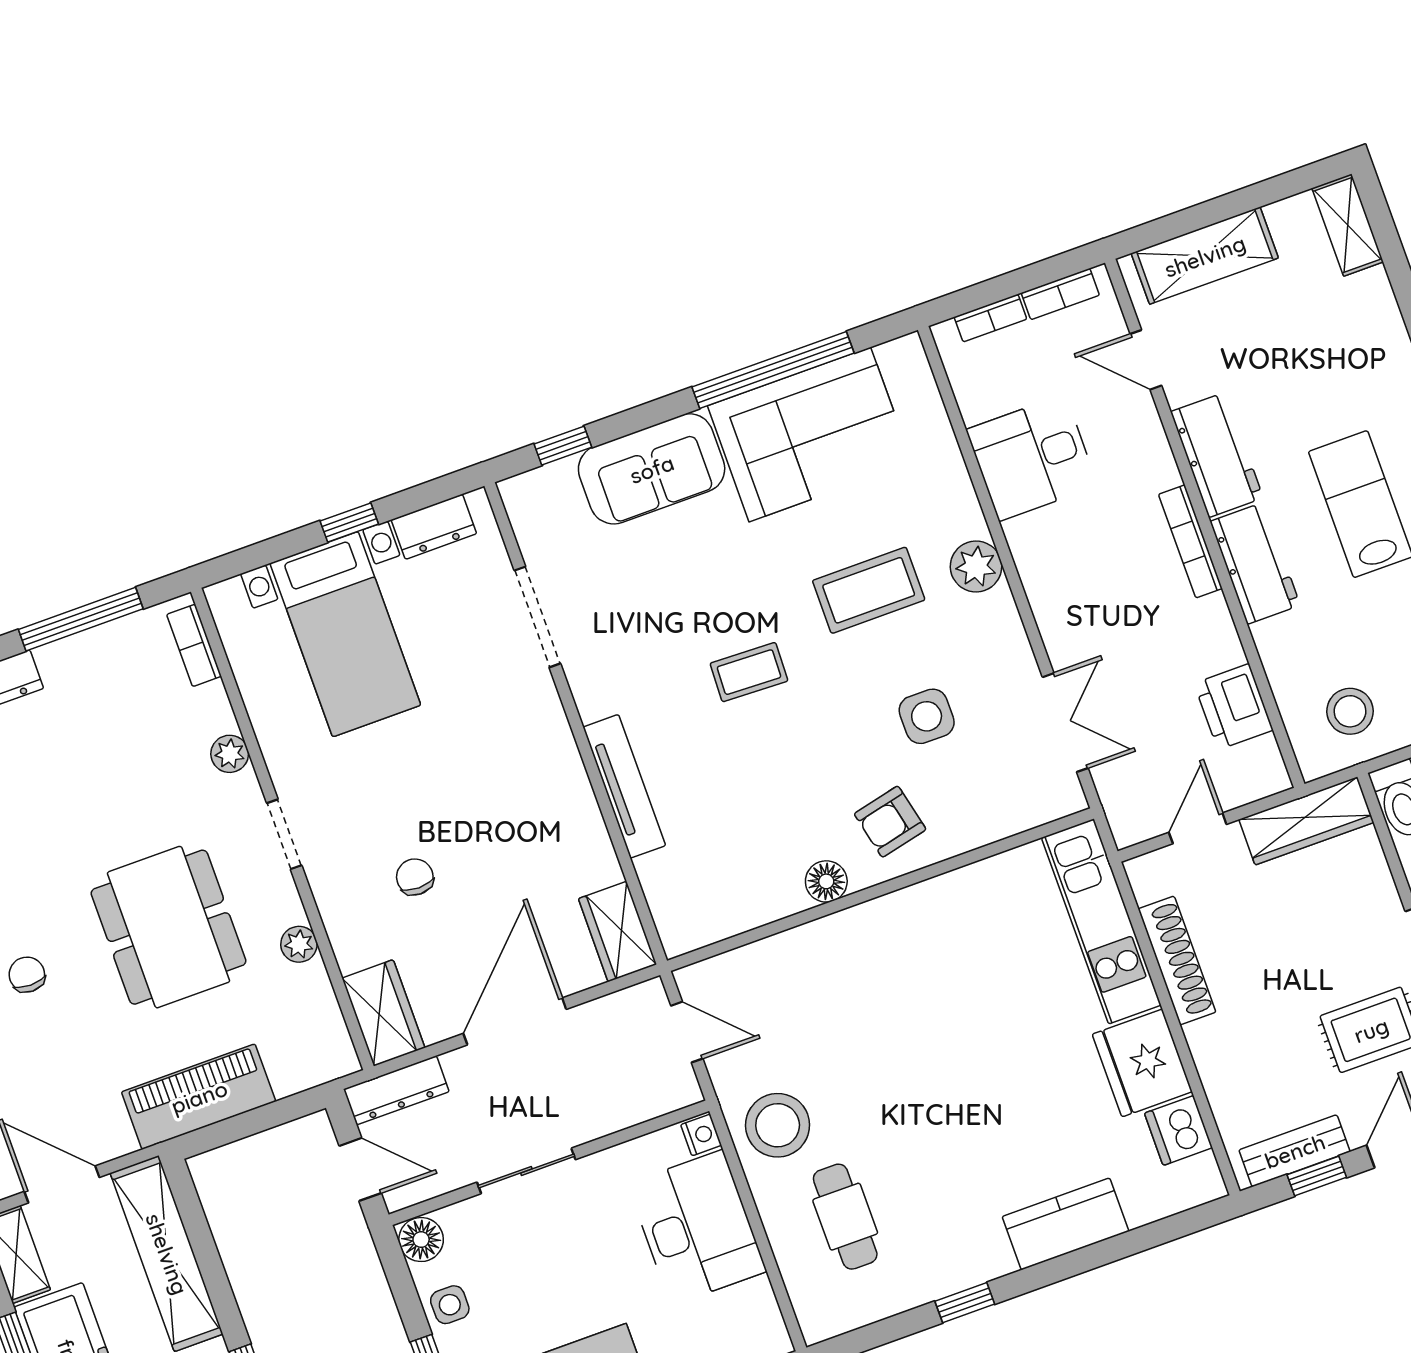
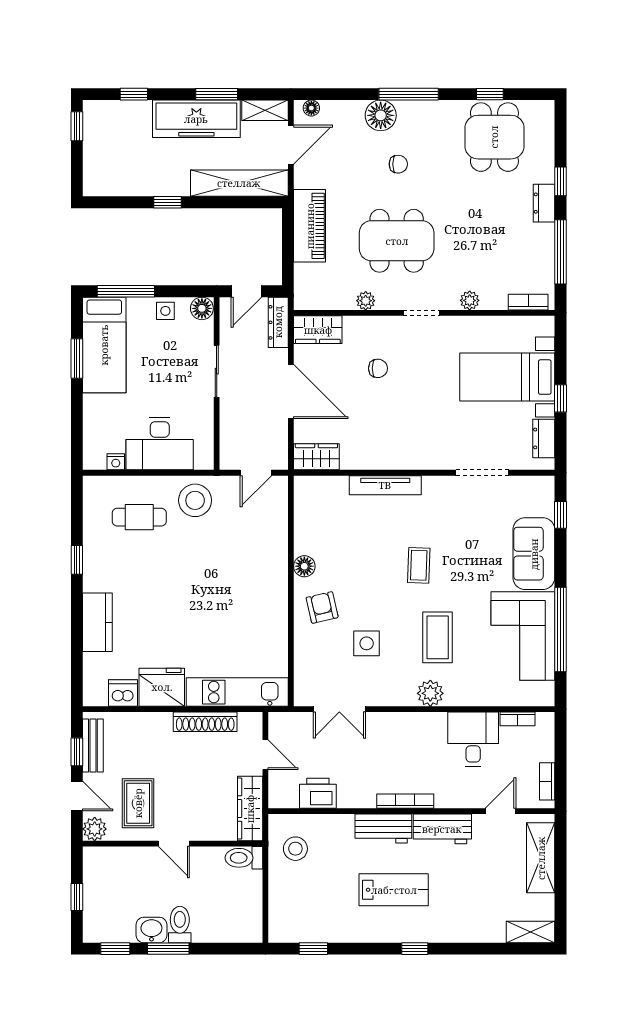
bookcase: (990, 318) -> (518, 719), moved, turned -90
nightstand: (701, 1135) -> (116, 462), moved

